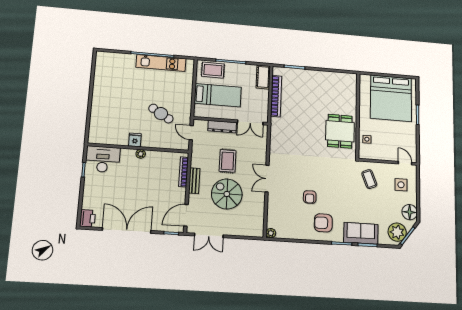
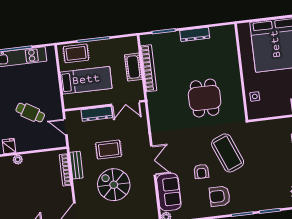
dresser: (321, 75) -> (195, 34), added
cot: (263, 77) -> (133, 67), moved
dining table: (340, 131) -> (205, 98), moved
rug: (228, 161) -> (109, 150), turned 90
double door: (267, 179) -> (153, 160), swing flipped
coffee table: (369, 179) -> (228, 153), moved, width x1.86, depth x1.72
bench: (194, 181) -> (76, 165), moved
sofa: (361, 233) -> (169, 192), moved, turned 90

